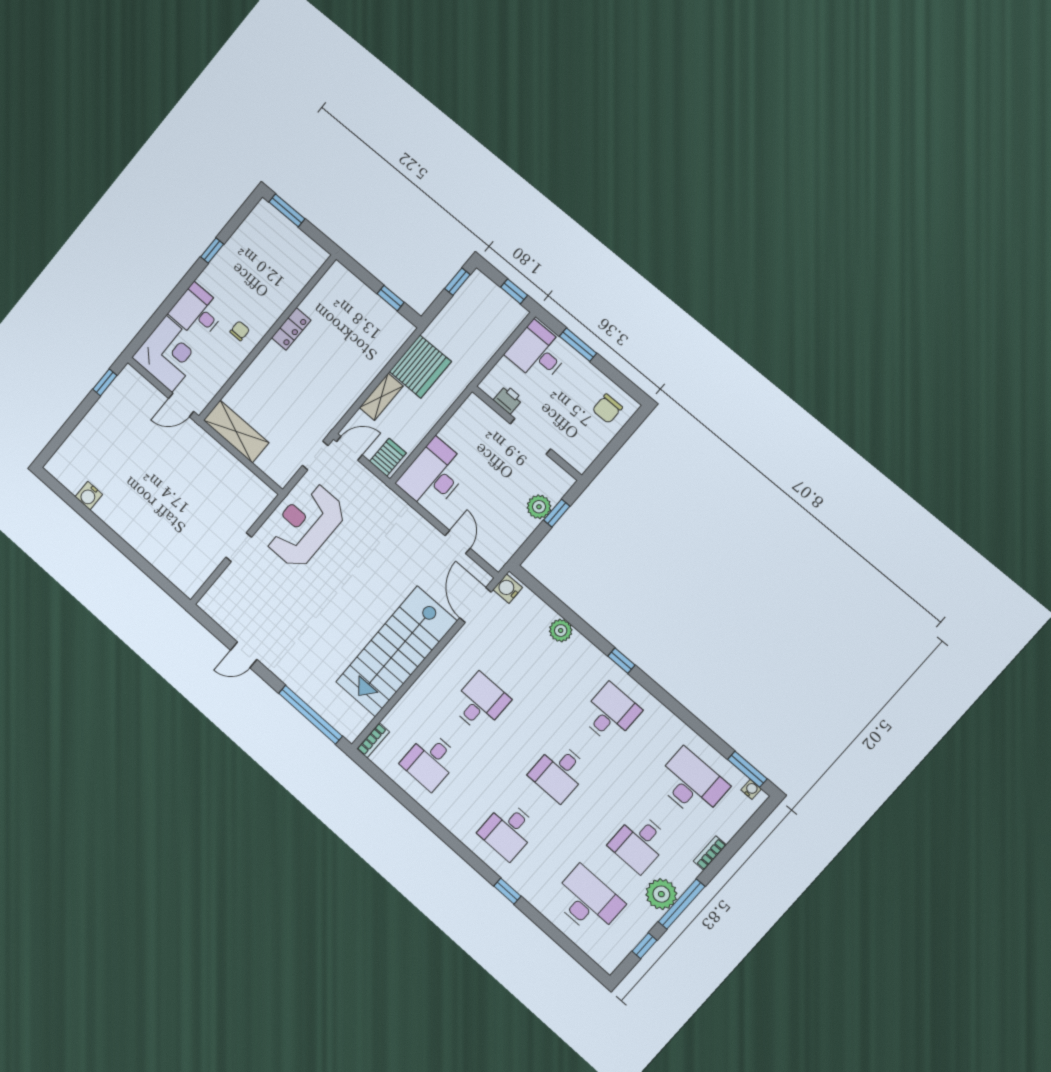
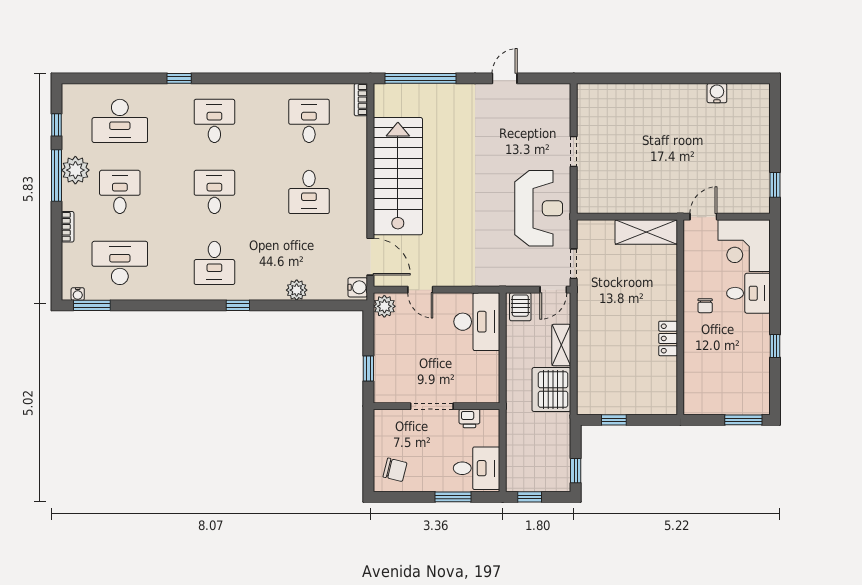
chair: (607, 409) -> (395, 470), turned 104
plant: (539, 507) -> (384, 306), moved
desk: (691, 784) -> (120, 263), turned 180

